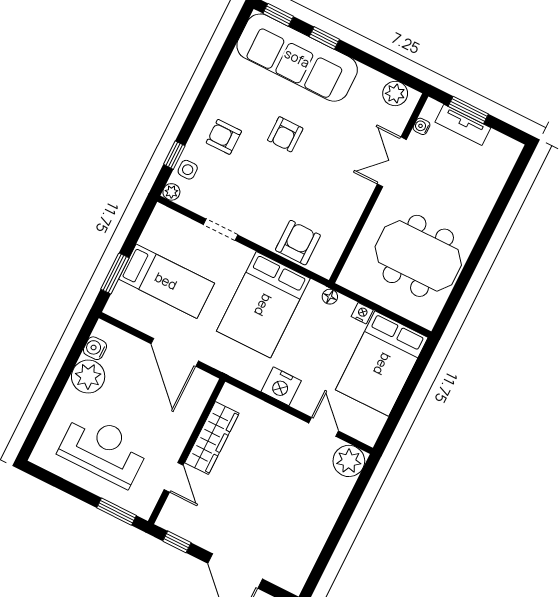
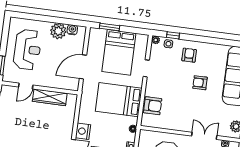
bed: (166, 281) -> (119, 52), width x1.50
nightstand: (281, 386) -> (83, 131), moved

